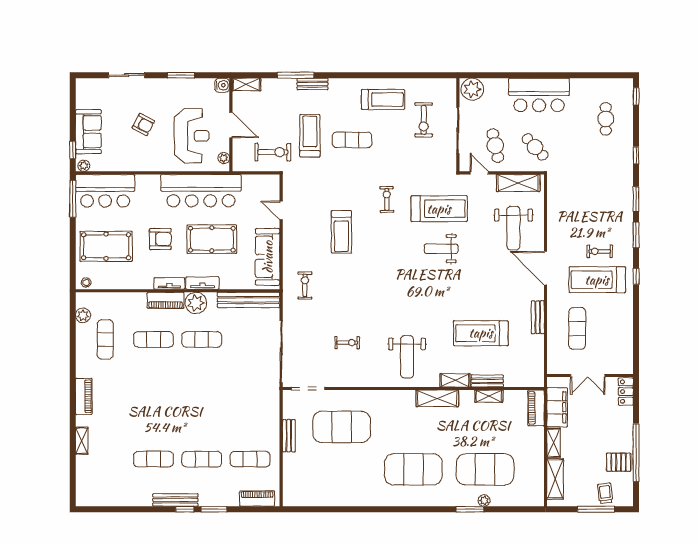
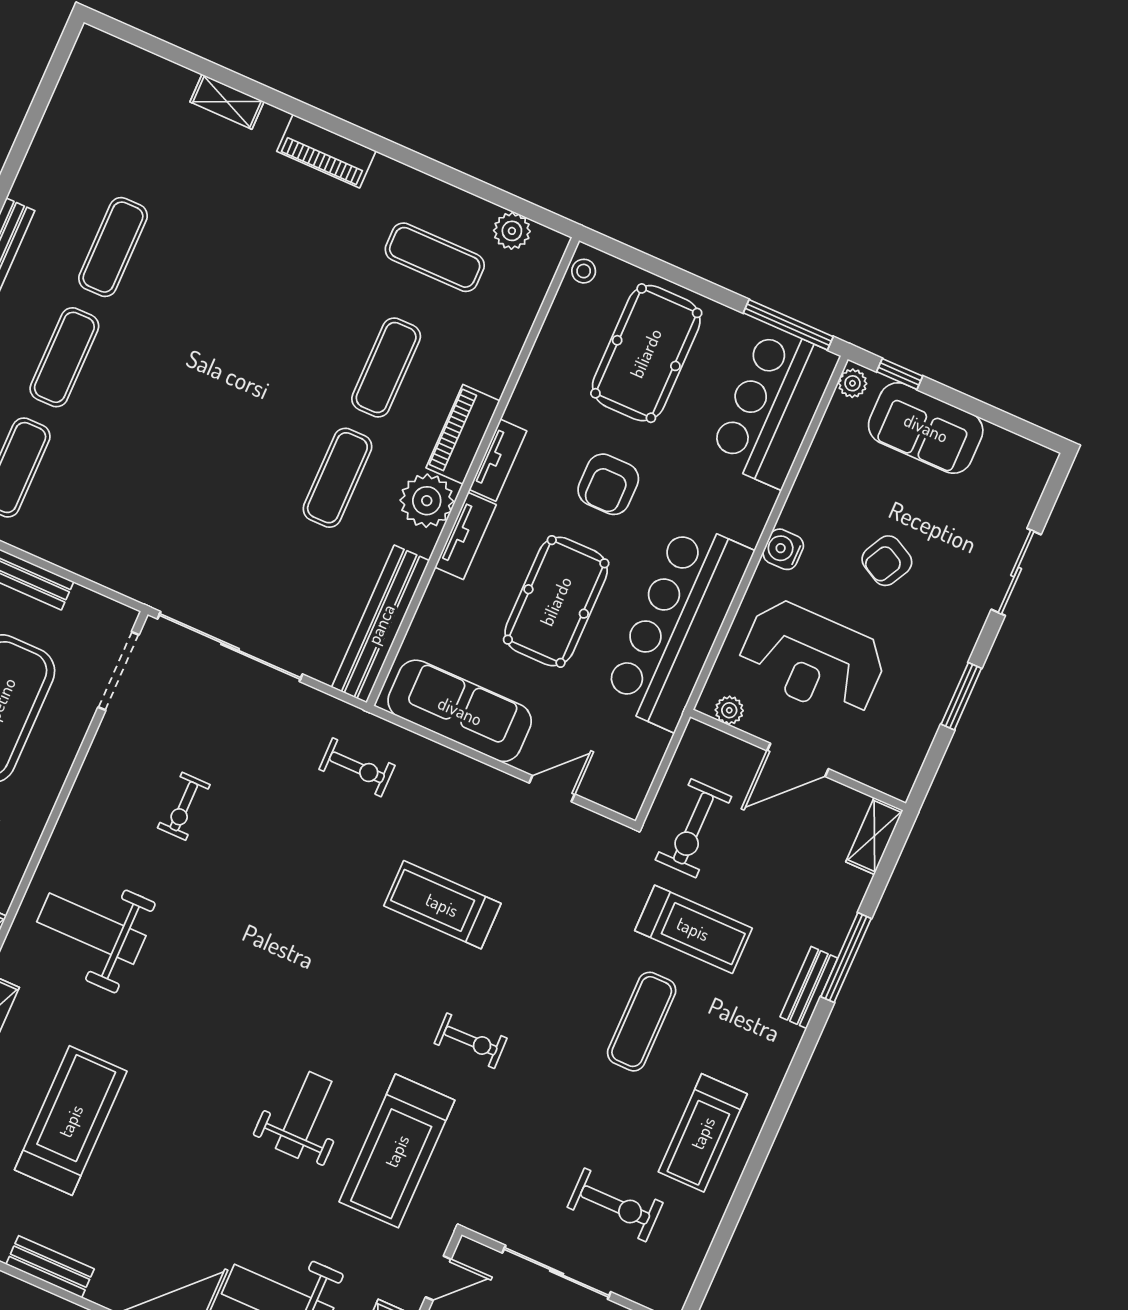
water cooler: (222, 85) -> (783, 549), moved, turned 90
exercise bike: (424, 120) -> (615, 1205), turned 180

